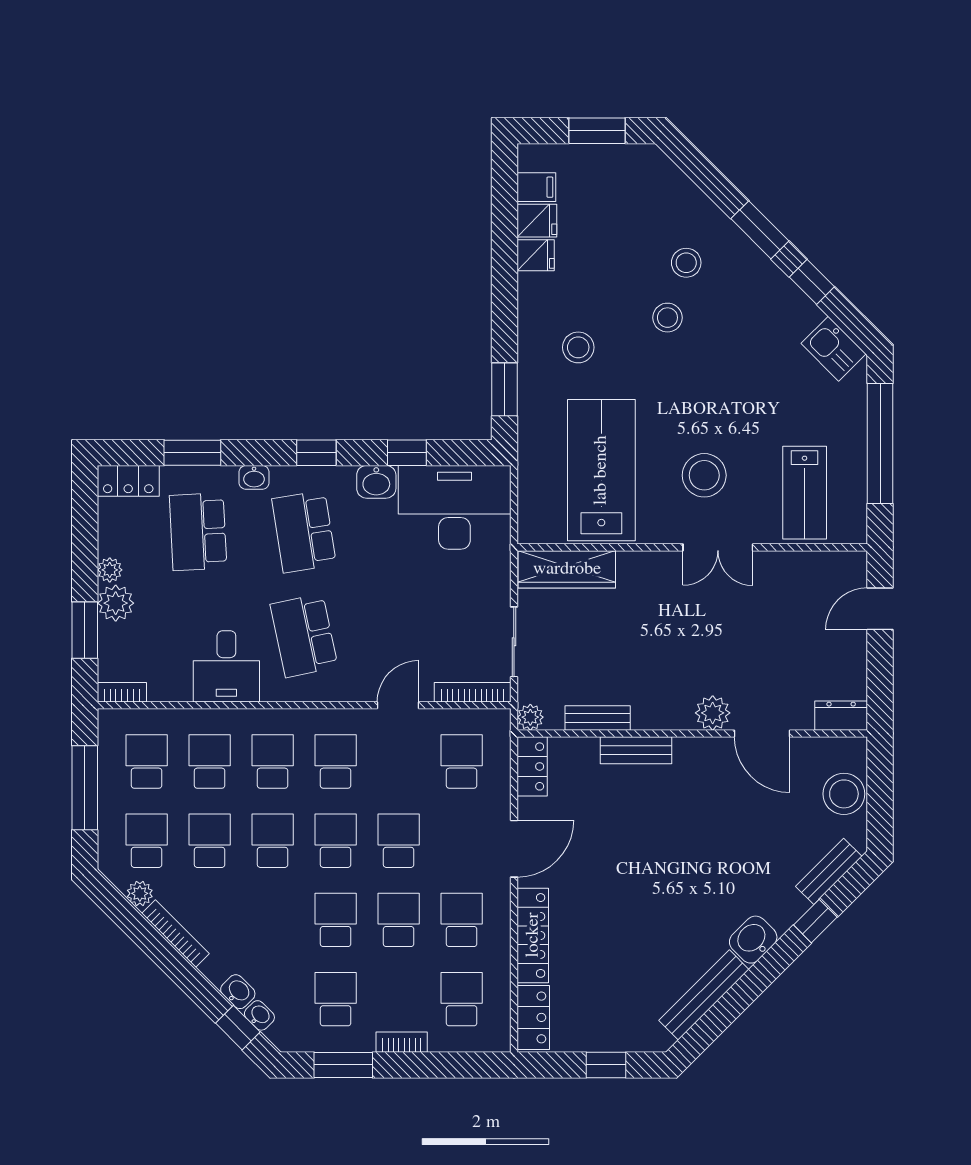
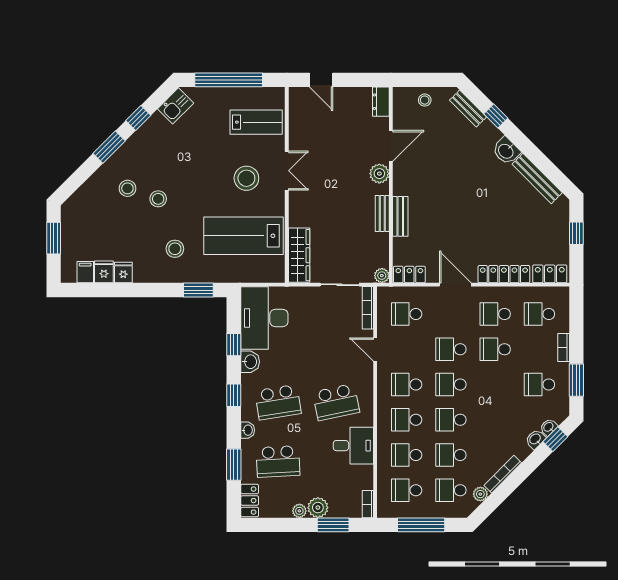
bench: (598, 718) -> (382, 213), moved
stool: (844, 794) -> (425, 100), width x0.53, depth x0.53
school desk: (336, 920) -> (495, 385), removed

